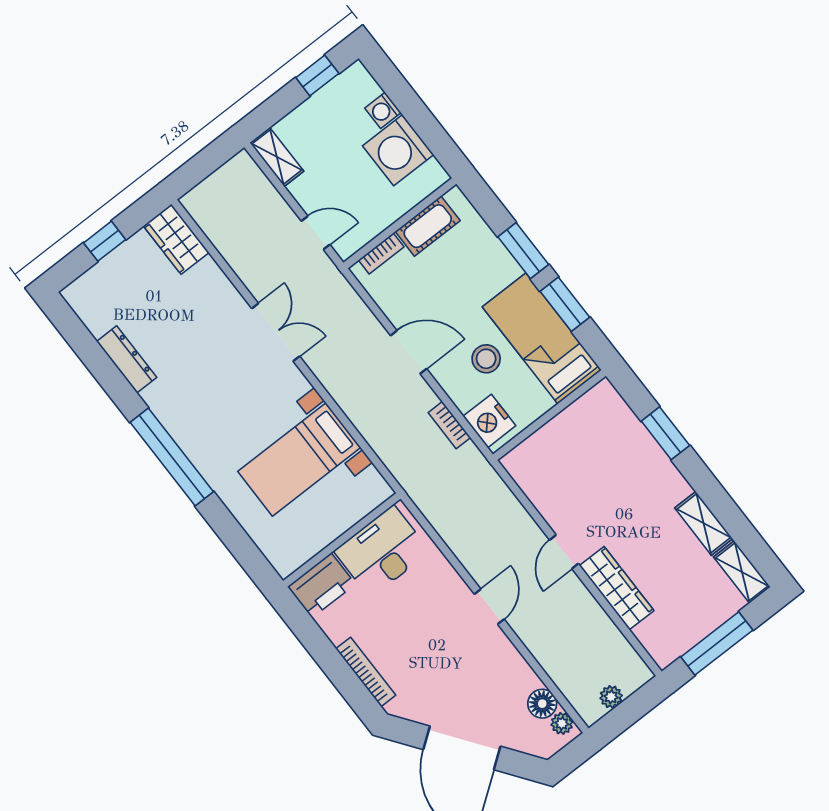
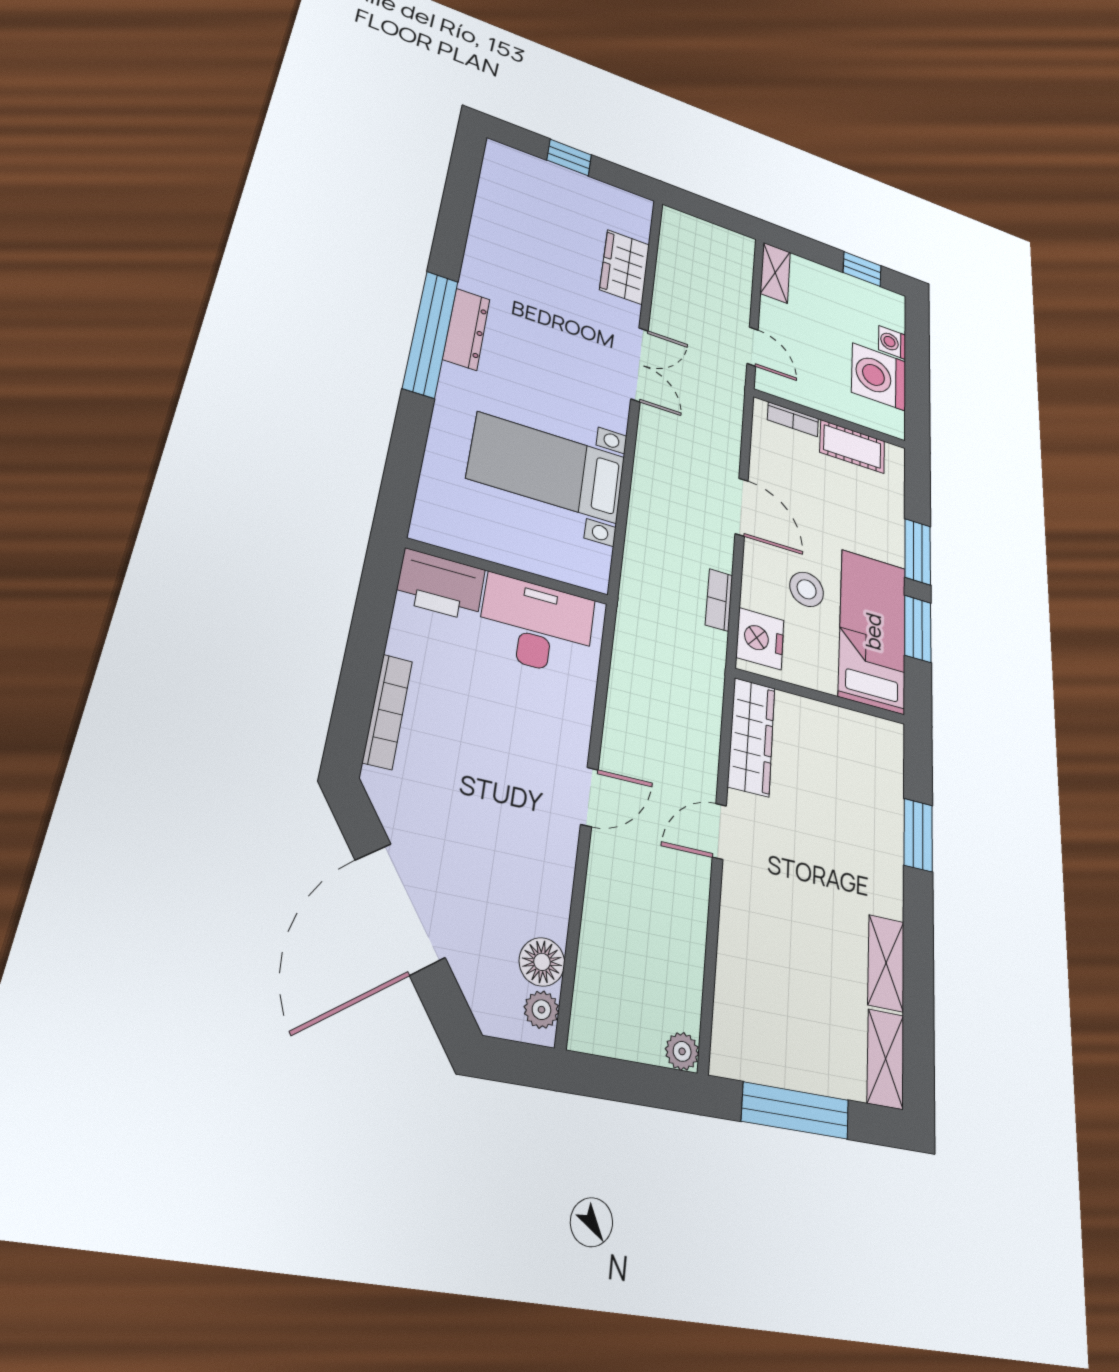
wardrobe: (176, 239) -> (625, 267), moved
dresser: (127, 359) -> (466, 329), moved
wardrobe: (617, 588) -> (751, 737), moved
plant: (611, 697) -> (682, 1051), moved

